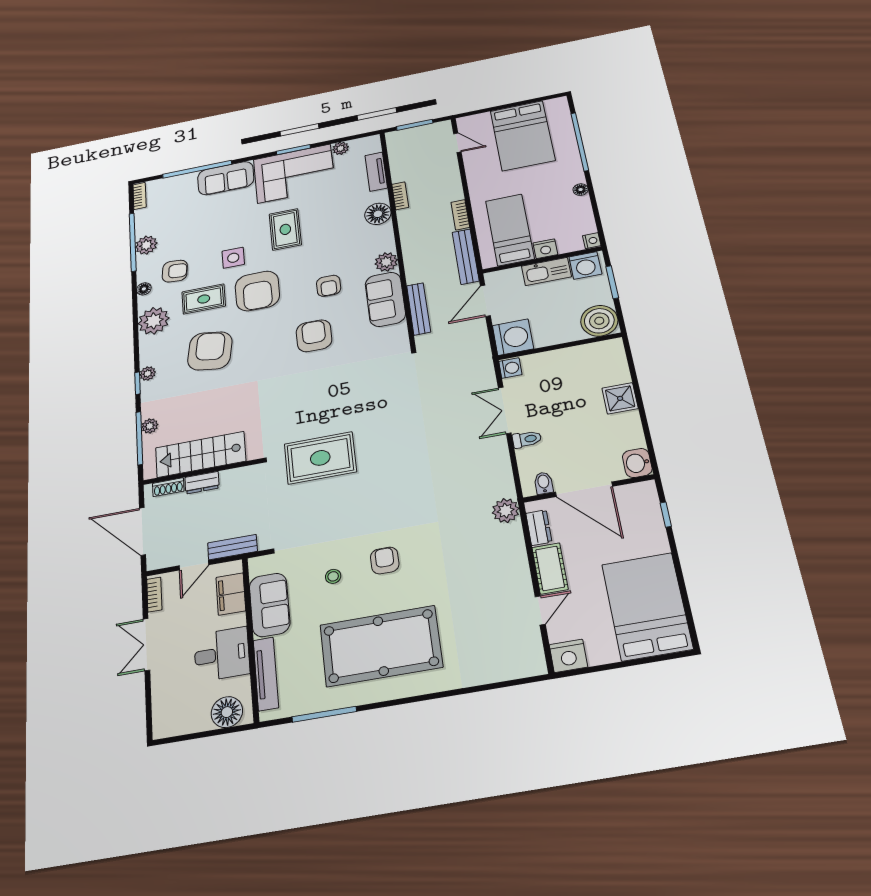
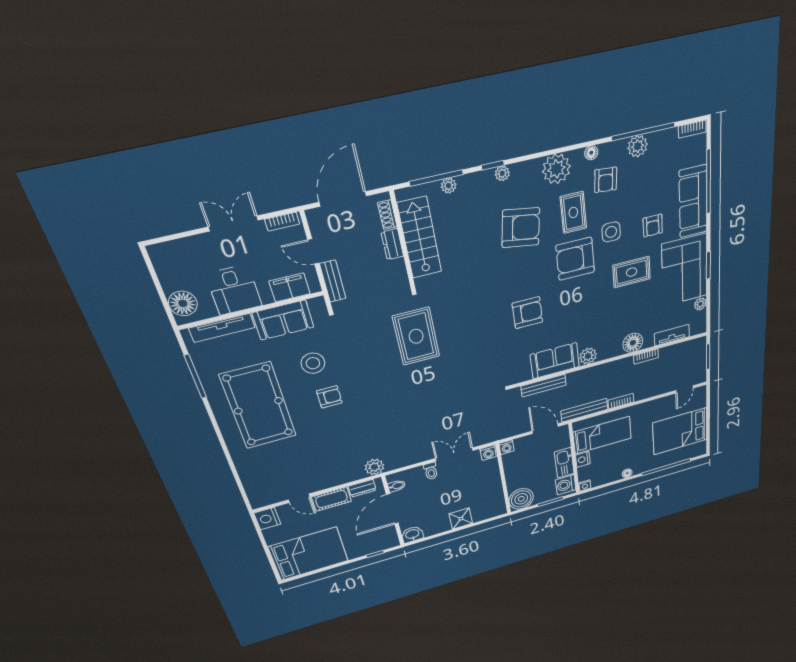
sofa: (226, 178) -> (693, 202), width x1.36
armchair: (329, 286) -> (653, 226), moved, turned -90
washing machine: (513, 337) -> (506, 447), width x0.53, depth x0.53
stool: (333, 576) -> (313, 363), width x1.89, depth x1.89

